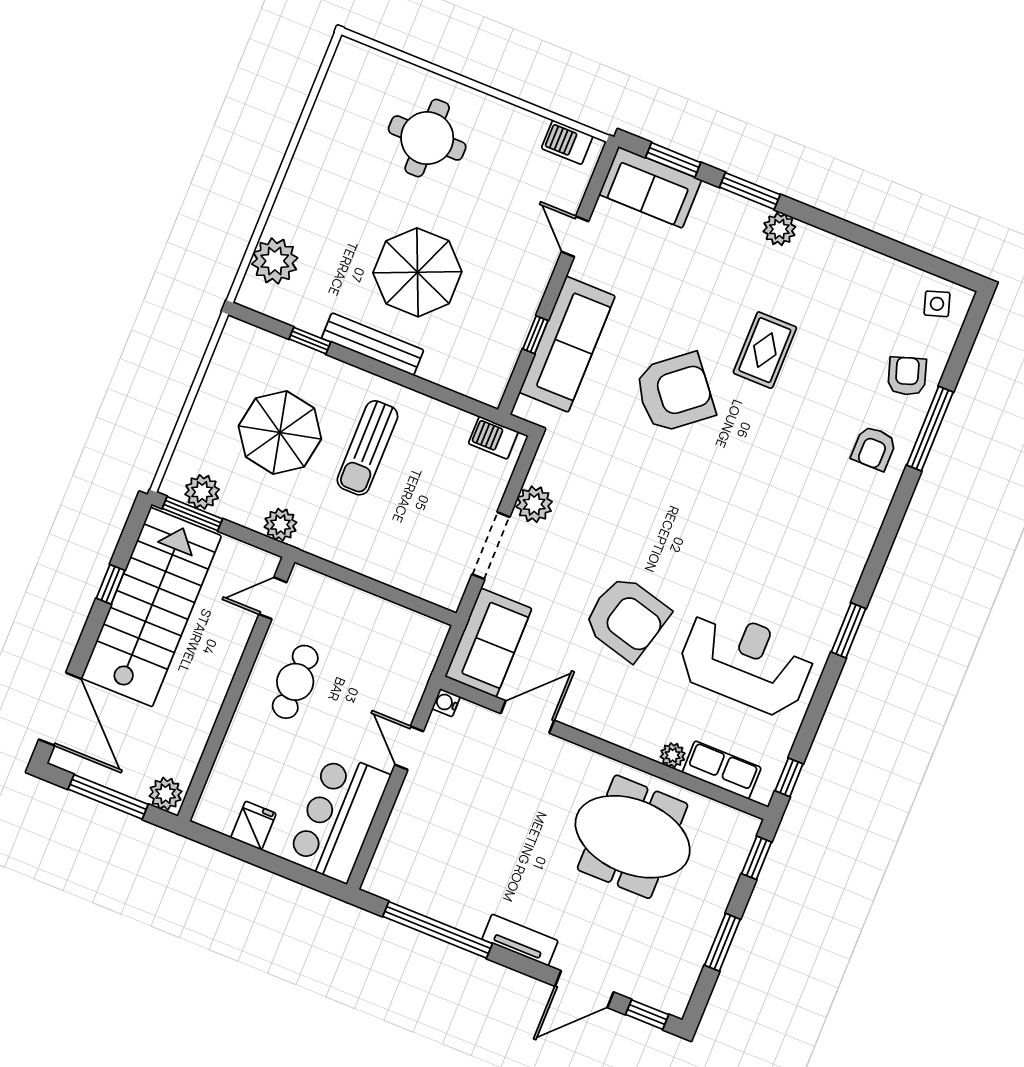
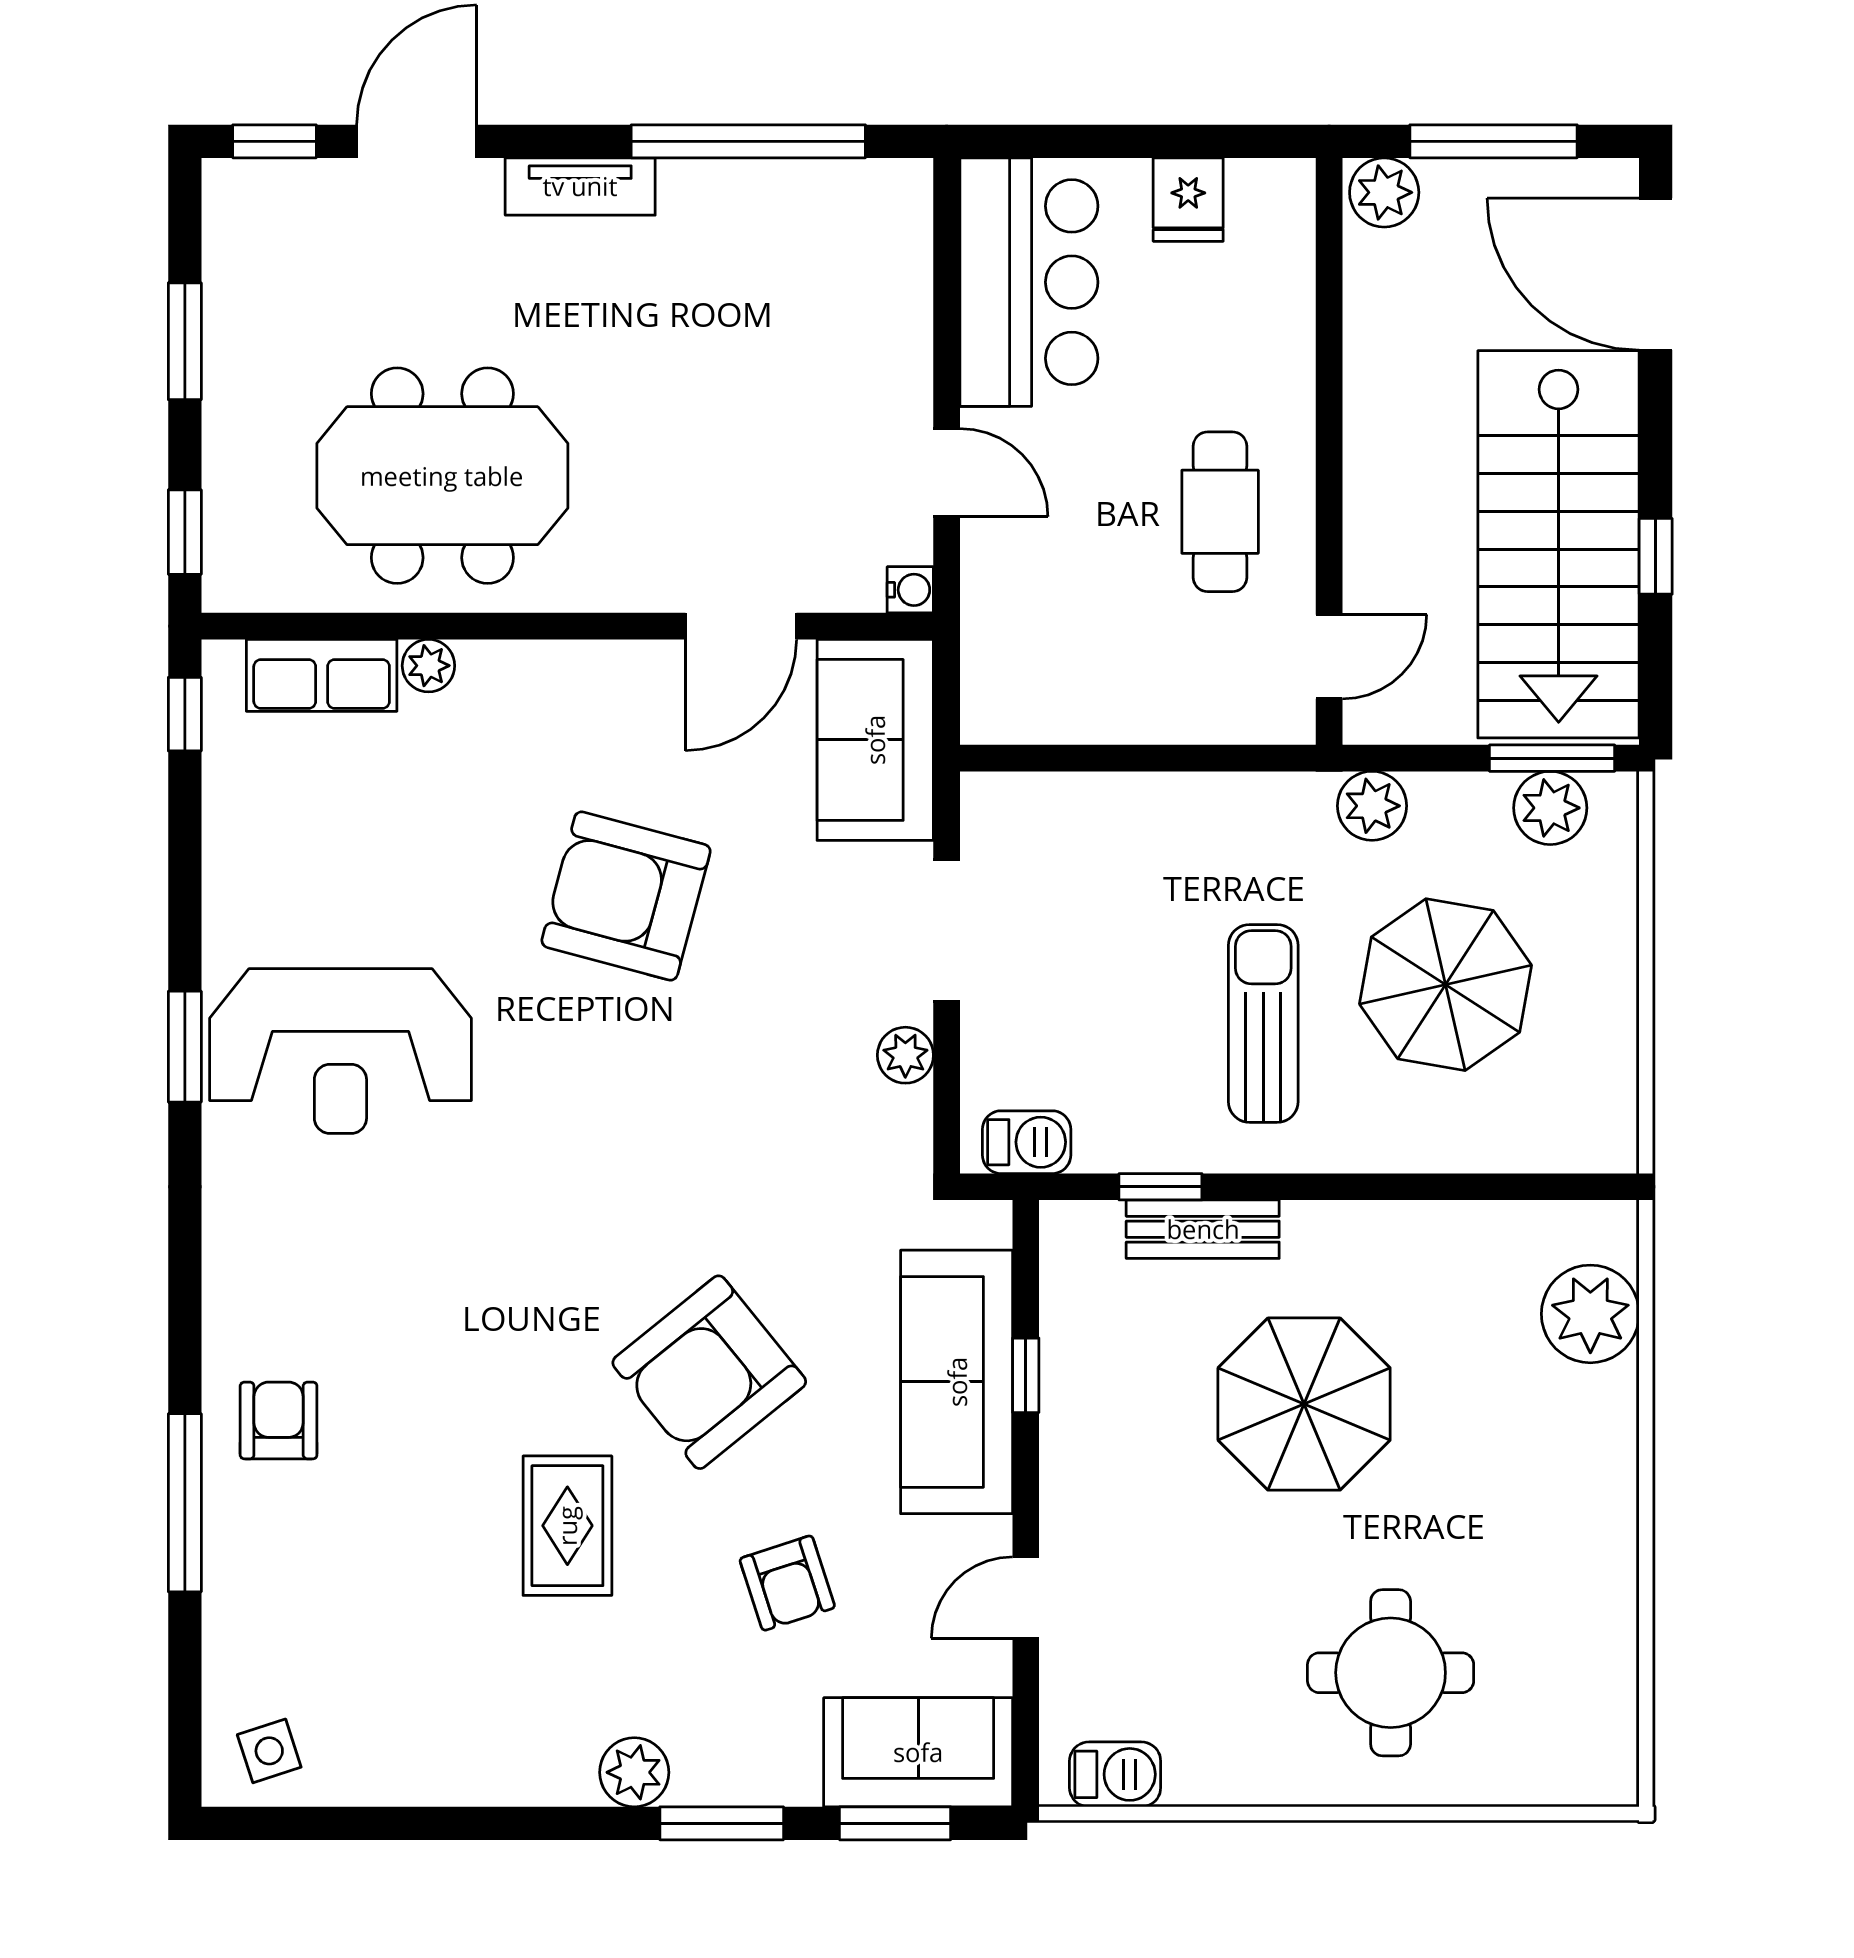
door: (575, 236) -> (1026, 1597), swing flipped
window: (310, 341) -> (1160, 1187), moved
bench: (373, 344) -> (1203, 1229), moved, width x0.73
armchair: (907, 376) -> (787, 1583), moved
plant: (534, 504) -> (905, 1055), width x0.73, depth x0.73
reception desk: (746, 662) -> (340, 1051), moved

